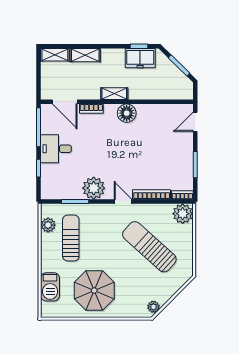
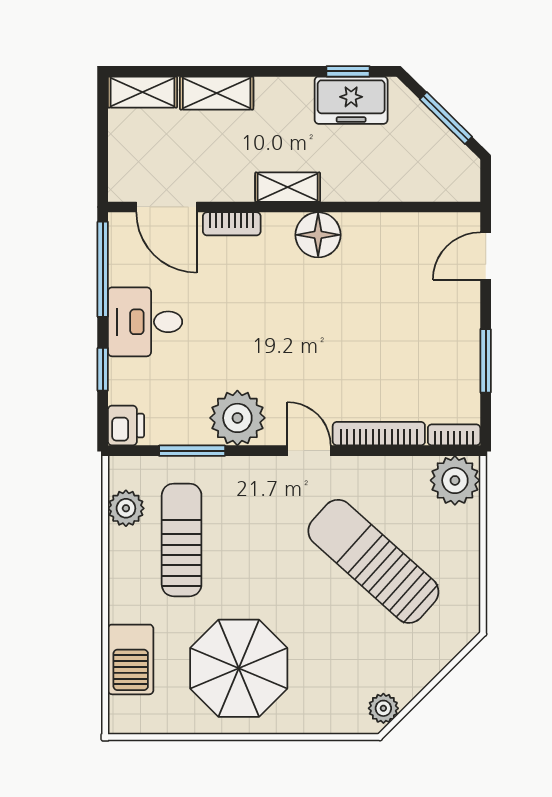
printer: (48, 191) -> (126, 426), added

